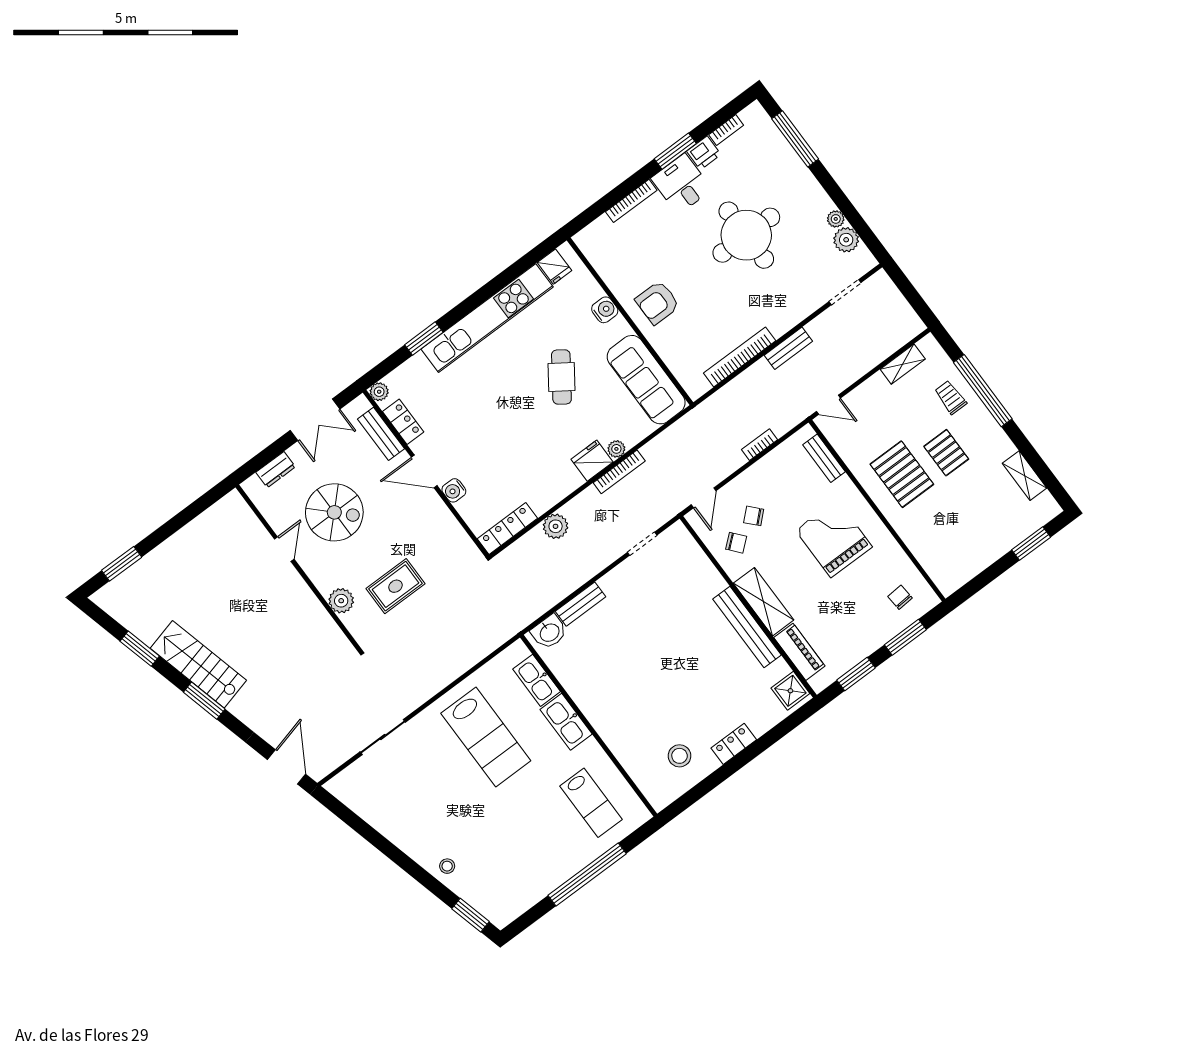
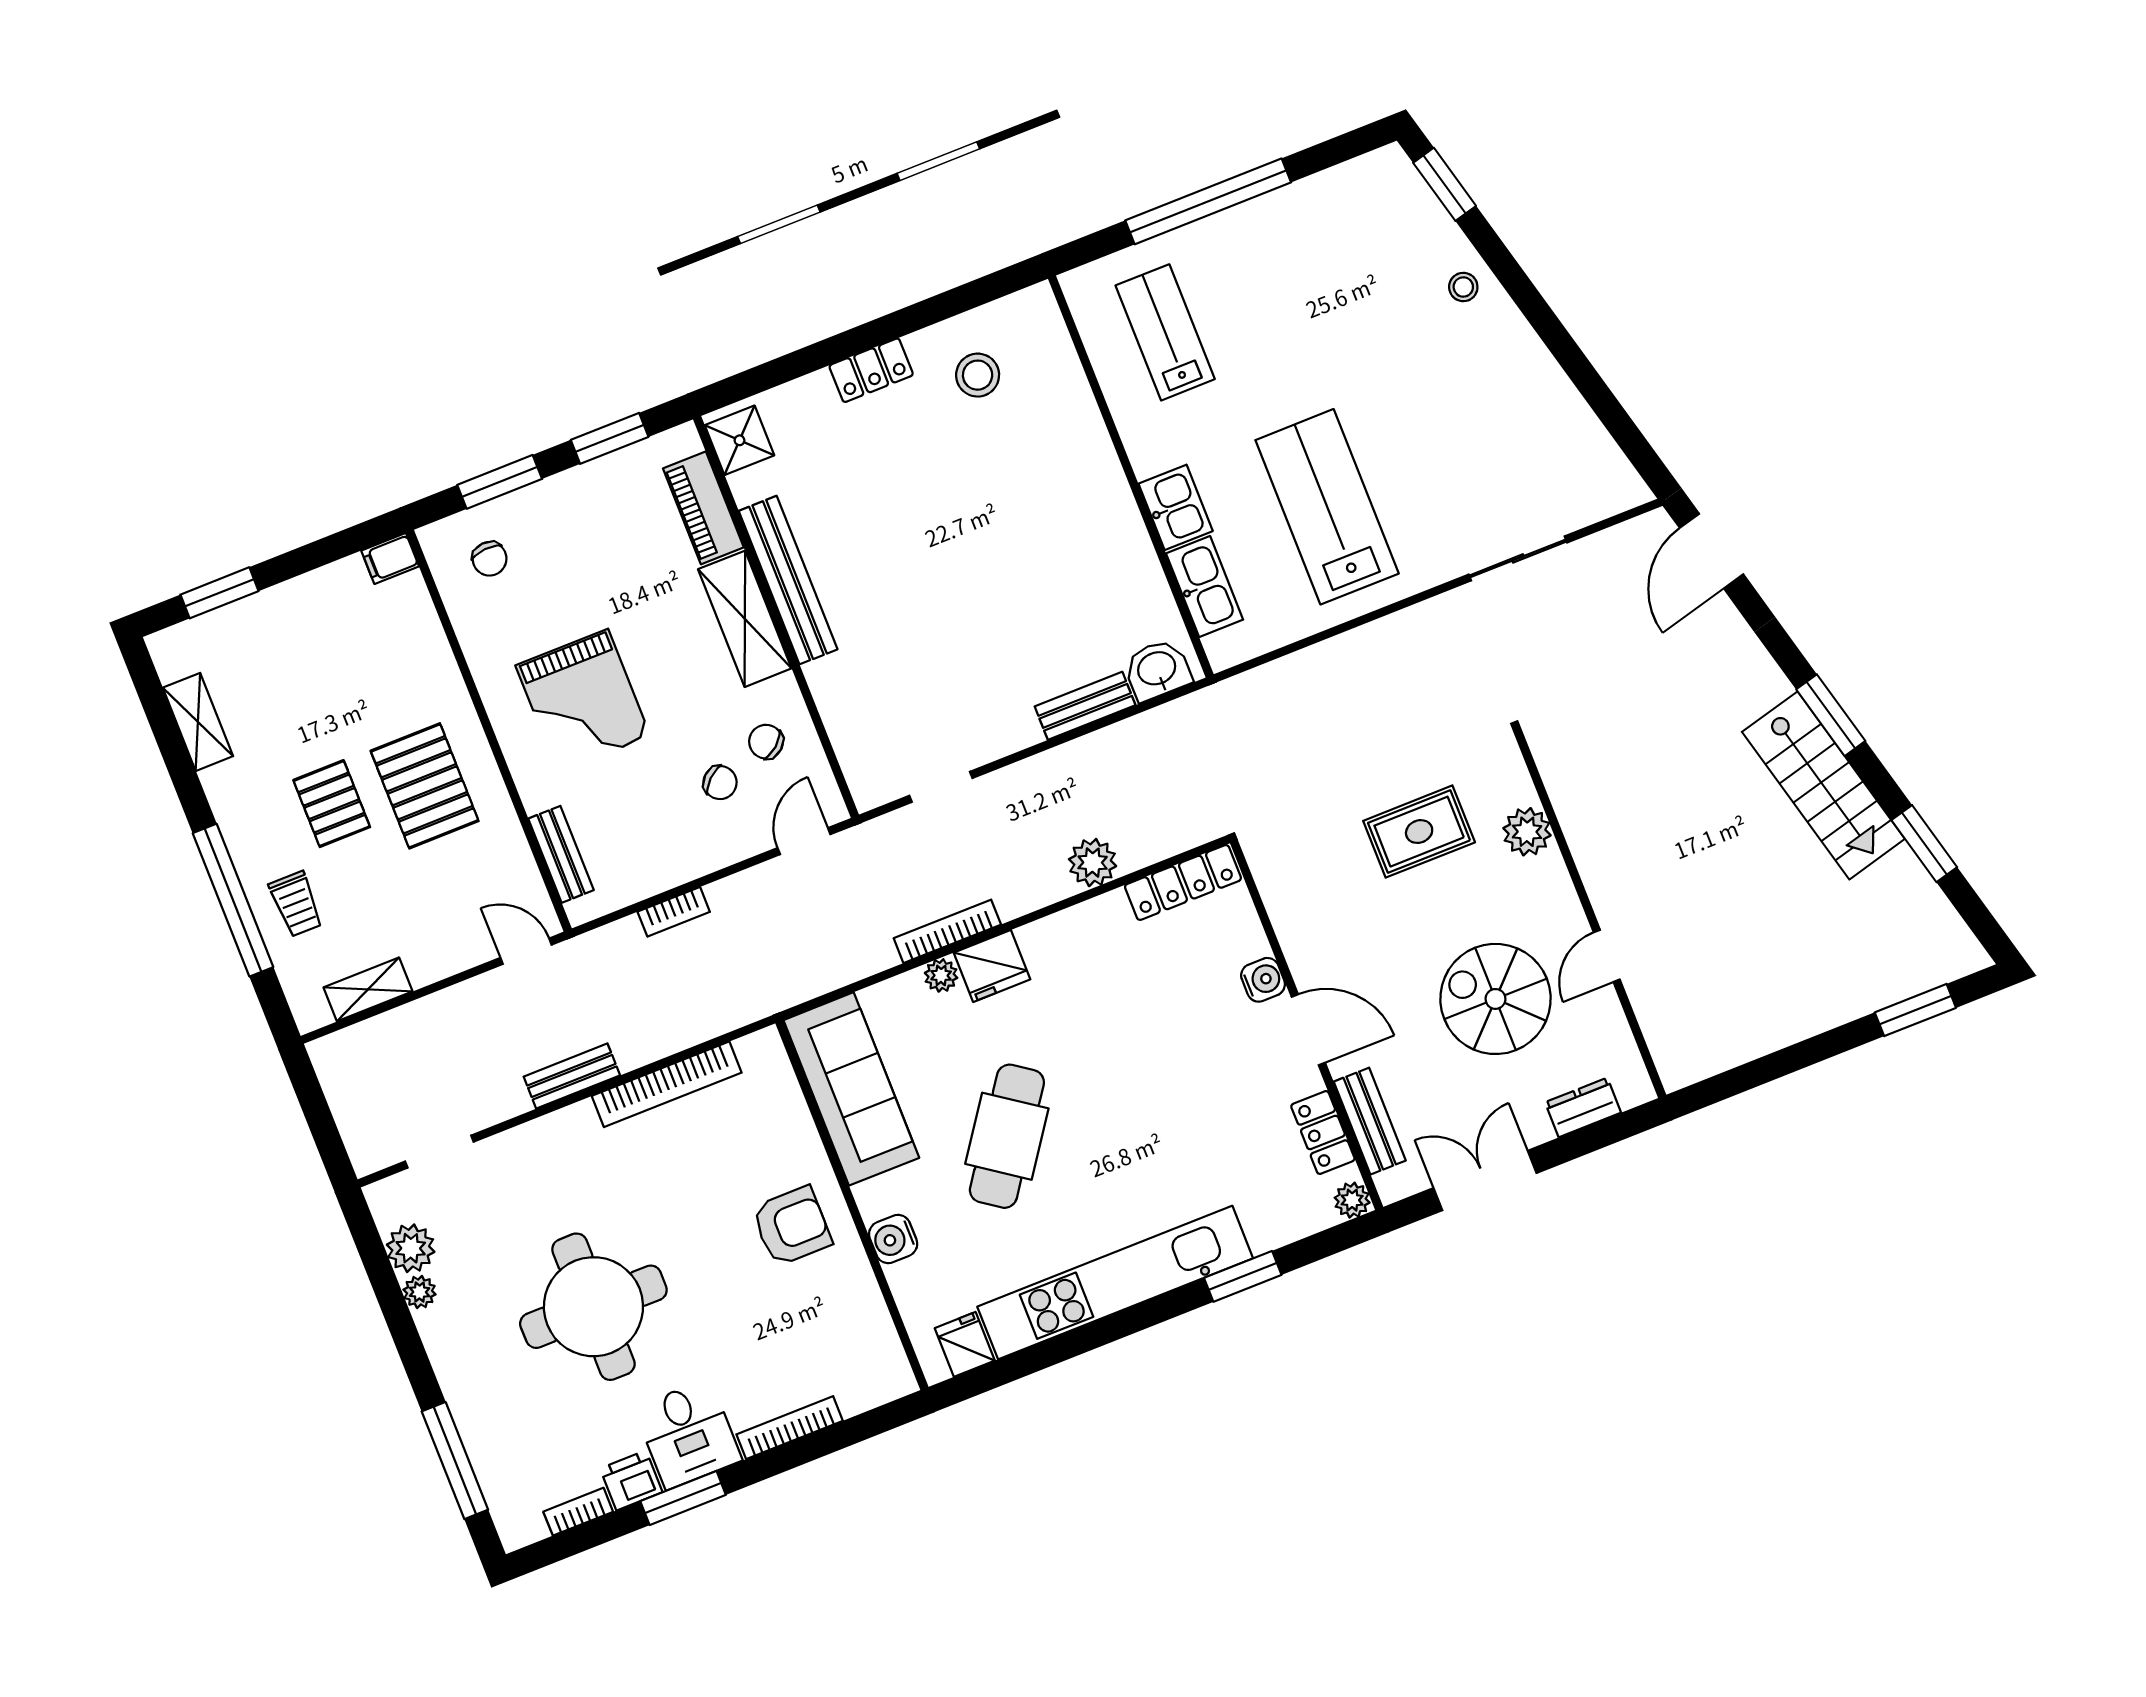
cafe table: (561, 377) -> (1007, 1136), width x1.37, depth x1.35
filing cabinet: (950, 584) -> (390, 558), added
kitchen sink: (566, 722) -> (1176, 507), width x0.73

